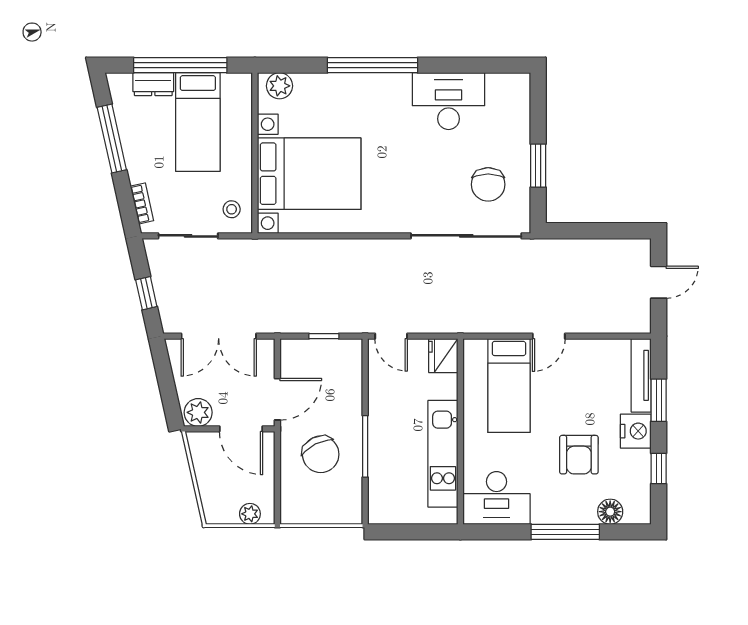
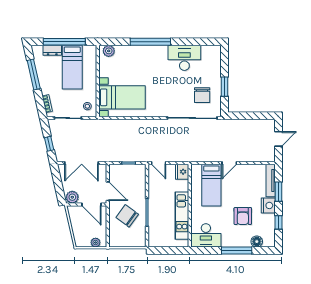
bed with nightstands: (309, 174) -> (122, 97), width x0.73
door: (277, 399) -> (108, 191), hinge flipped
chair: (321, 454) -> (127, 216), turned 153

